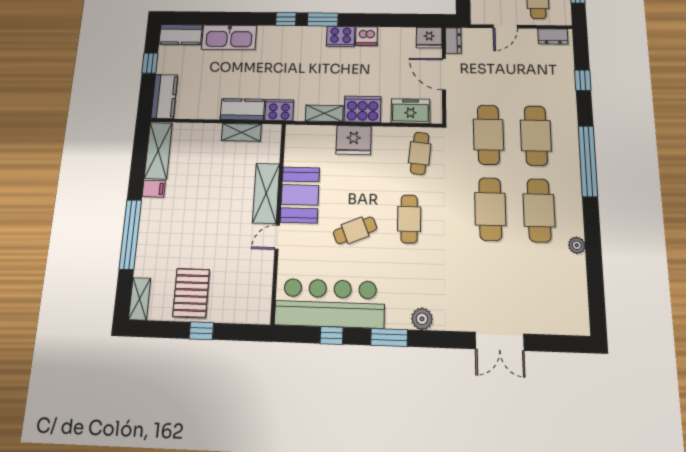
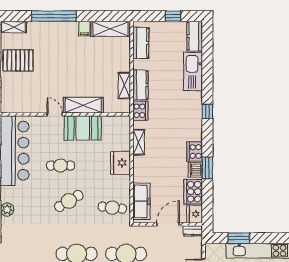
window: (323, 19) -> (207, 168), moved
kitchen counter: (164, 96) -> (141, 43), moved, turned -90
cooker: (363, 109) -> (193, 192), moved, turned 180
freezer: (411, 111) -> (141, 201), width x1.40
cafe table: (409, 219) -> (69, 201), turned -31
cafe table: (355, 230) -> (61, 166), turned -68

